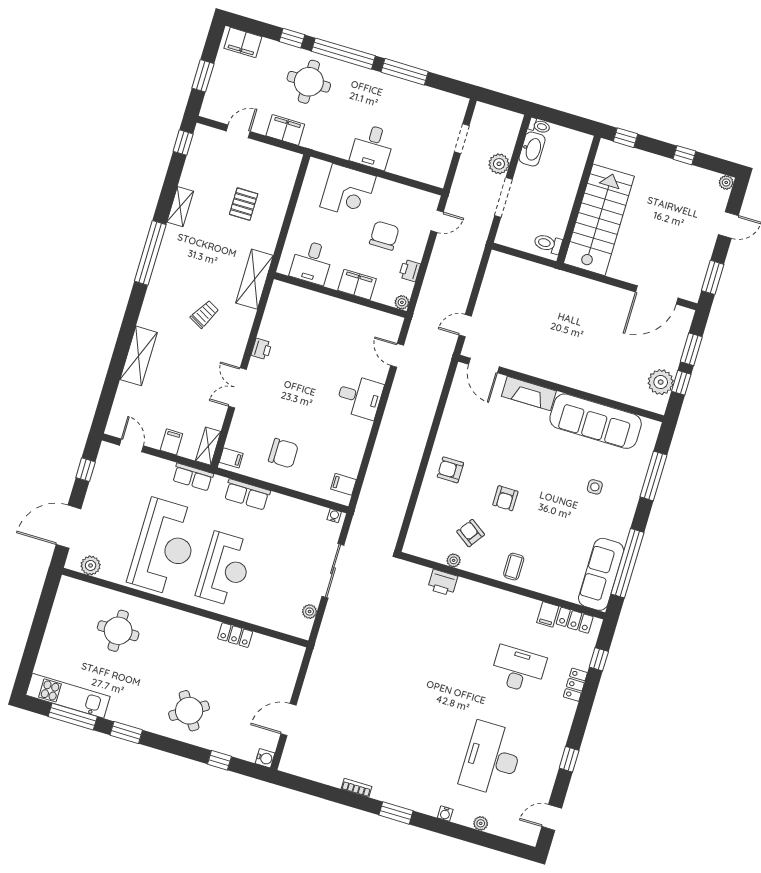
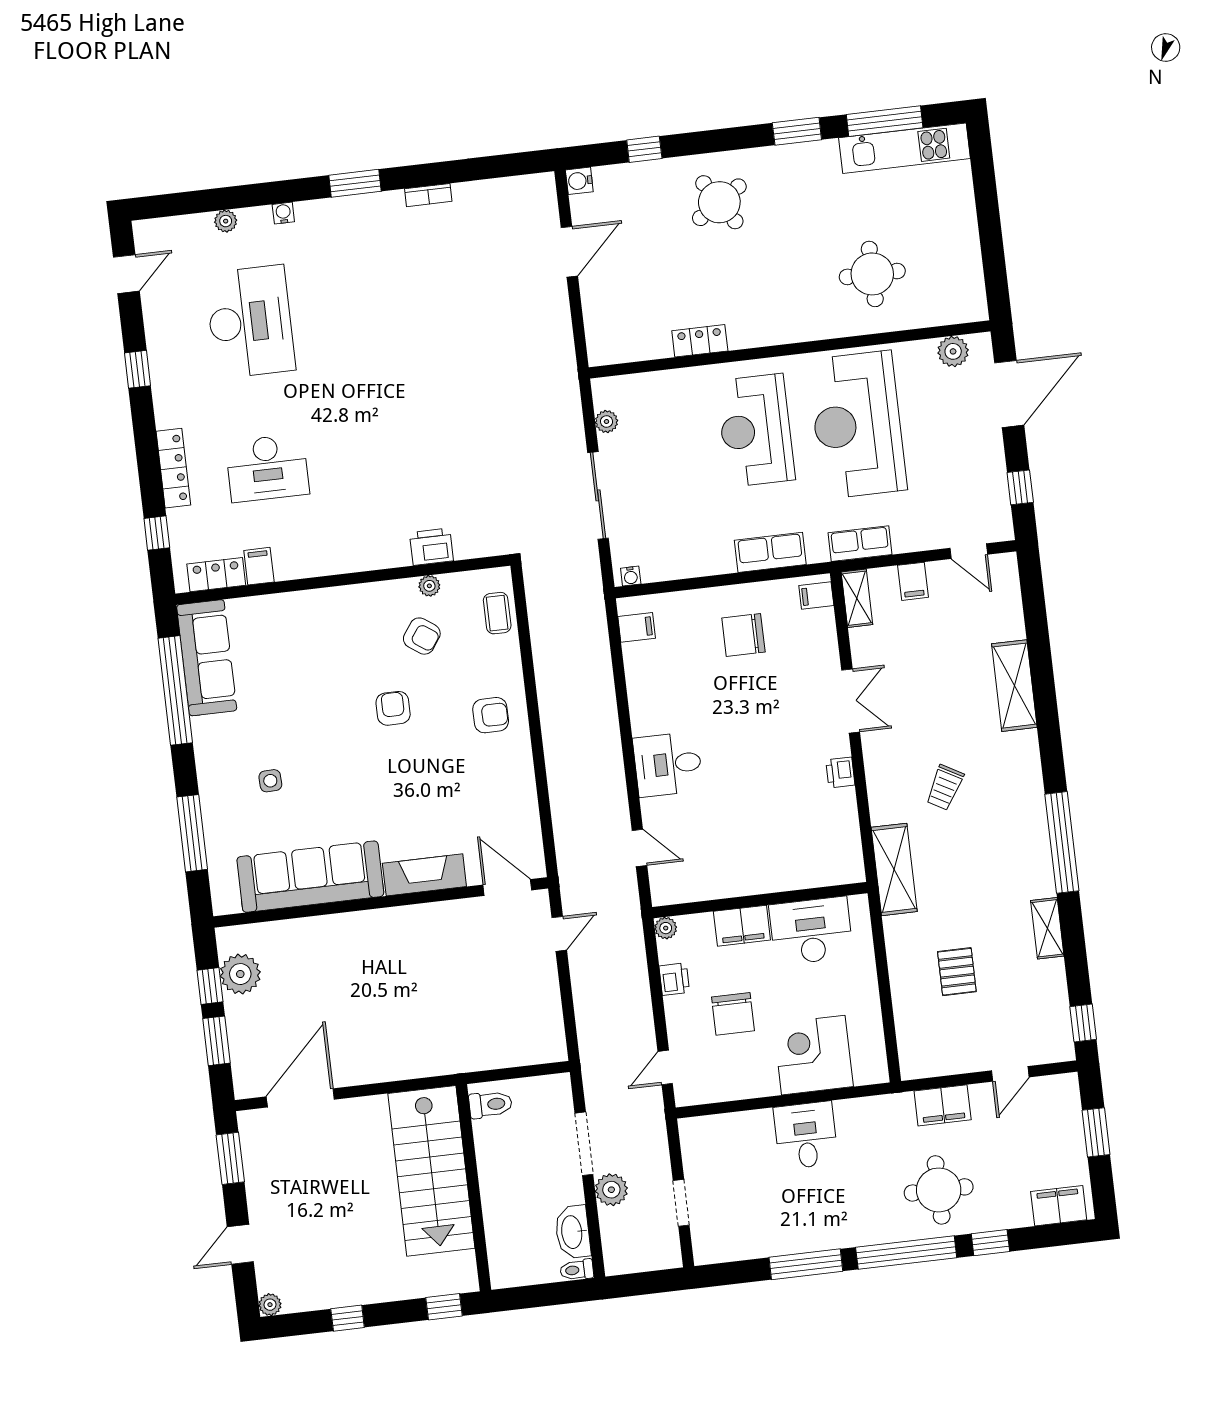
desk: (312, 262) -> (811, 931), width x1.37
coffee table: (514, 567) -> (497, 613), moved
locker: (575, 685) -> (173, 468), width x1.53

